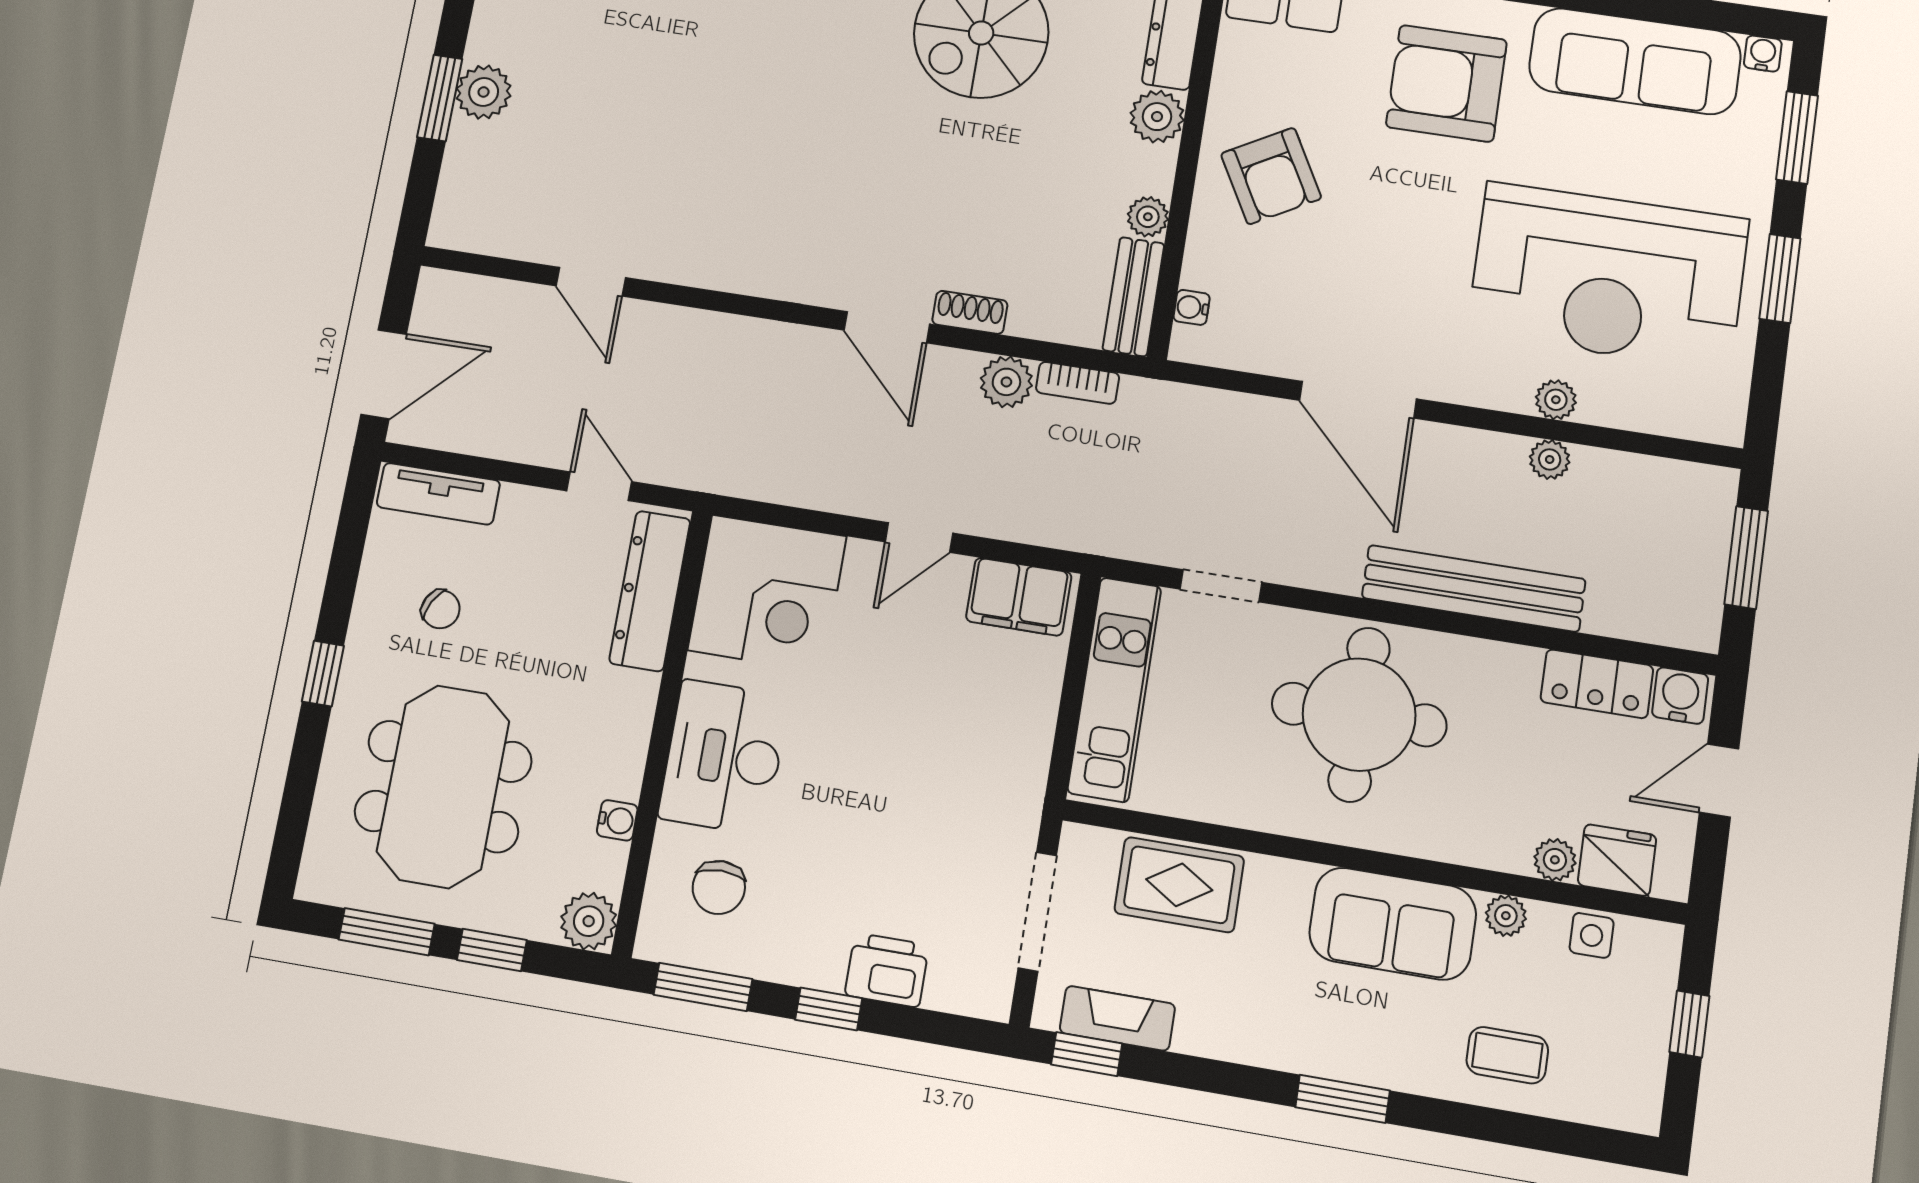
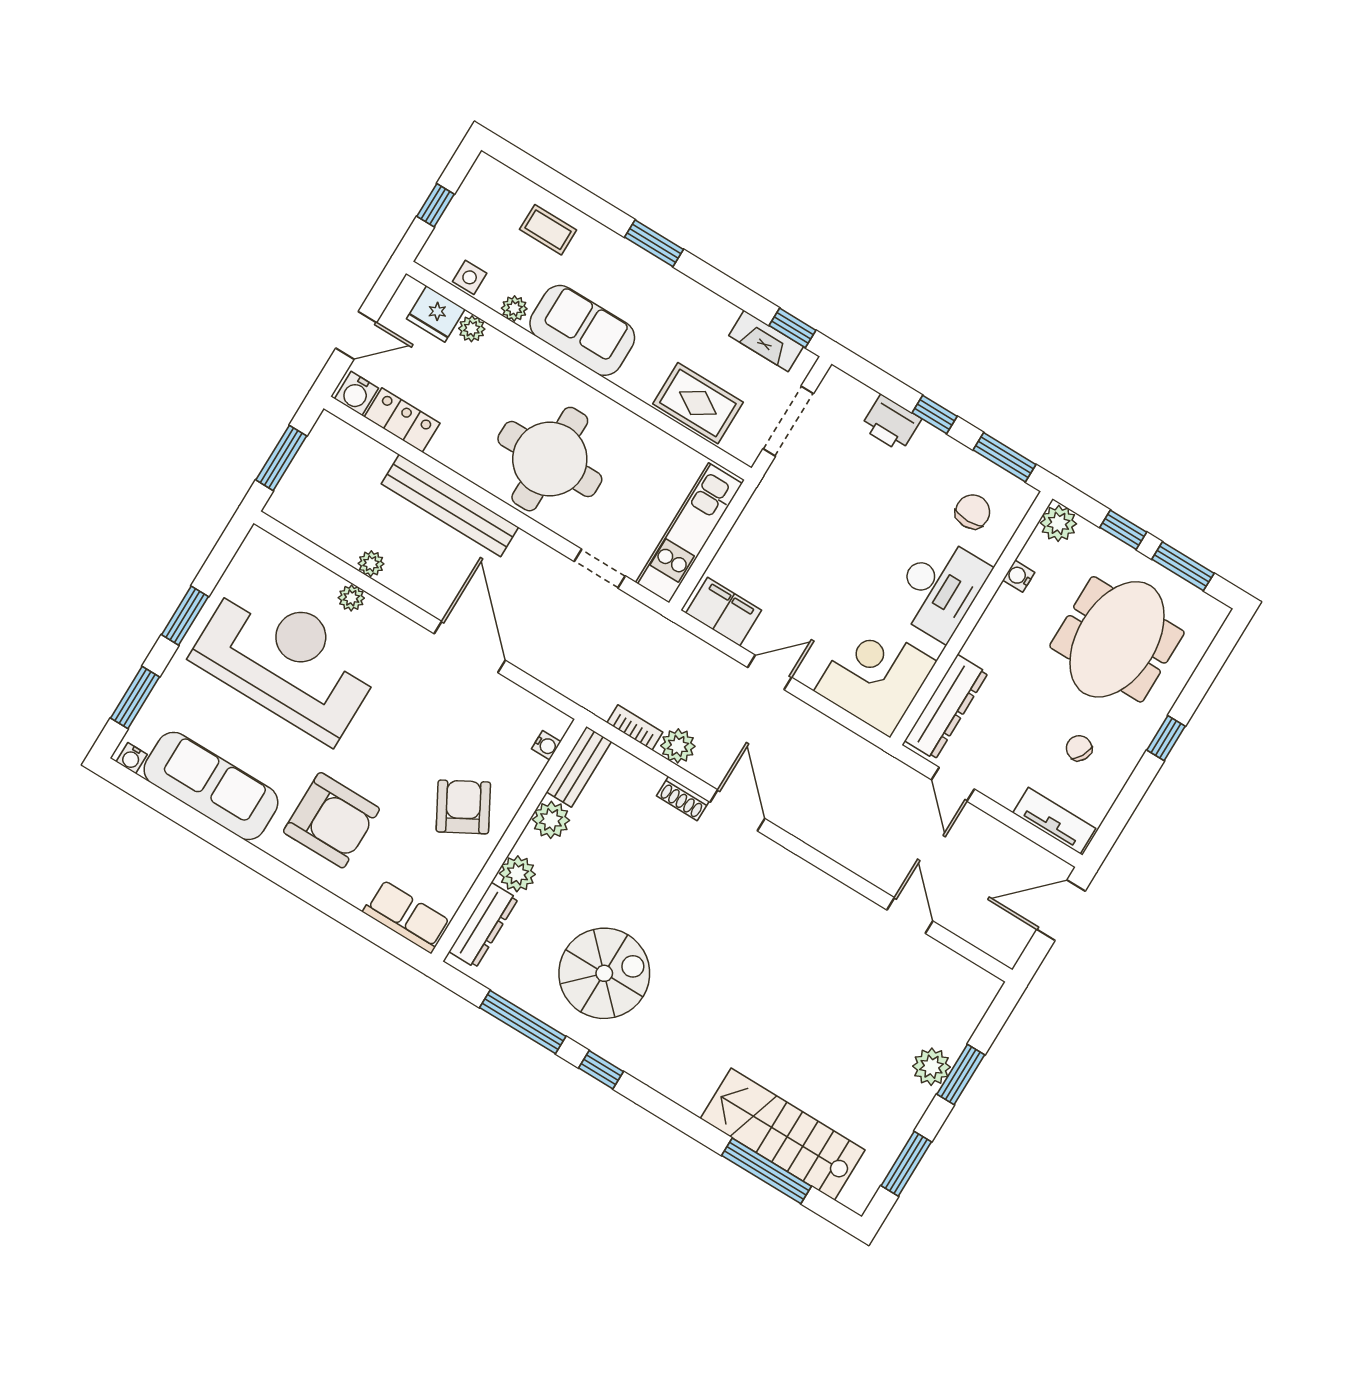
plant: (1148, 217) -> (551, 820), width x1.38, depth x1.38

